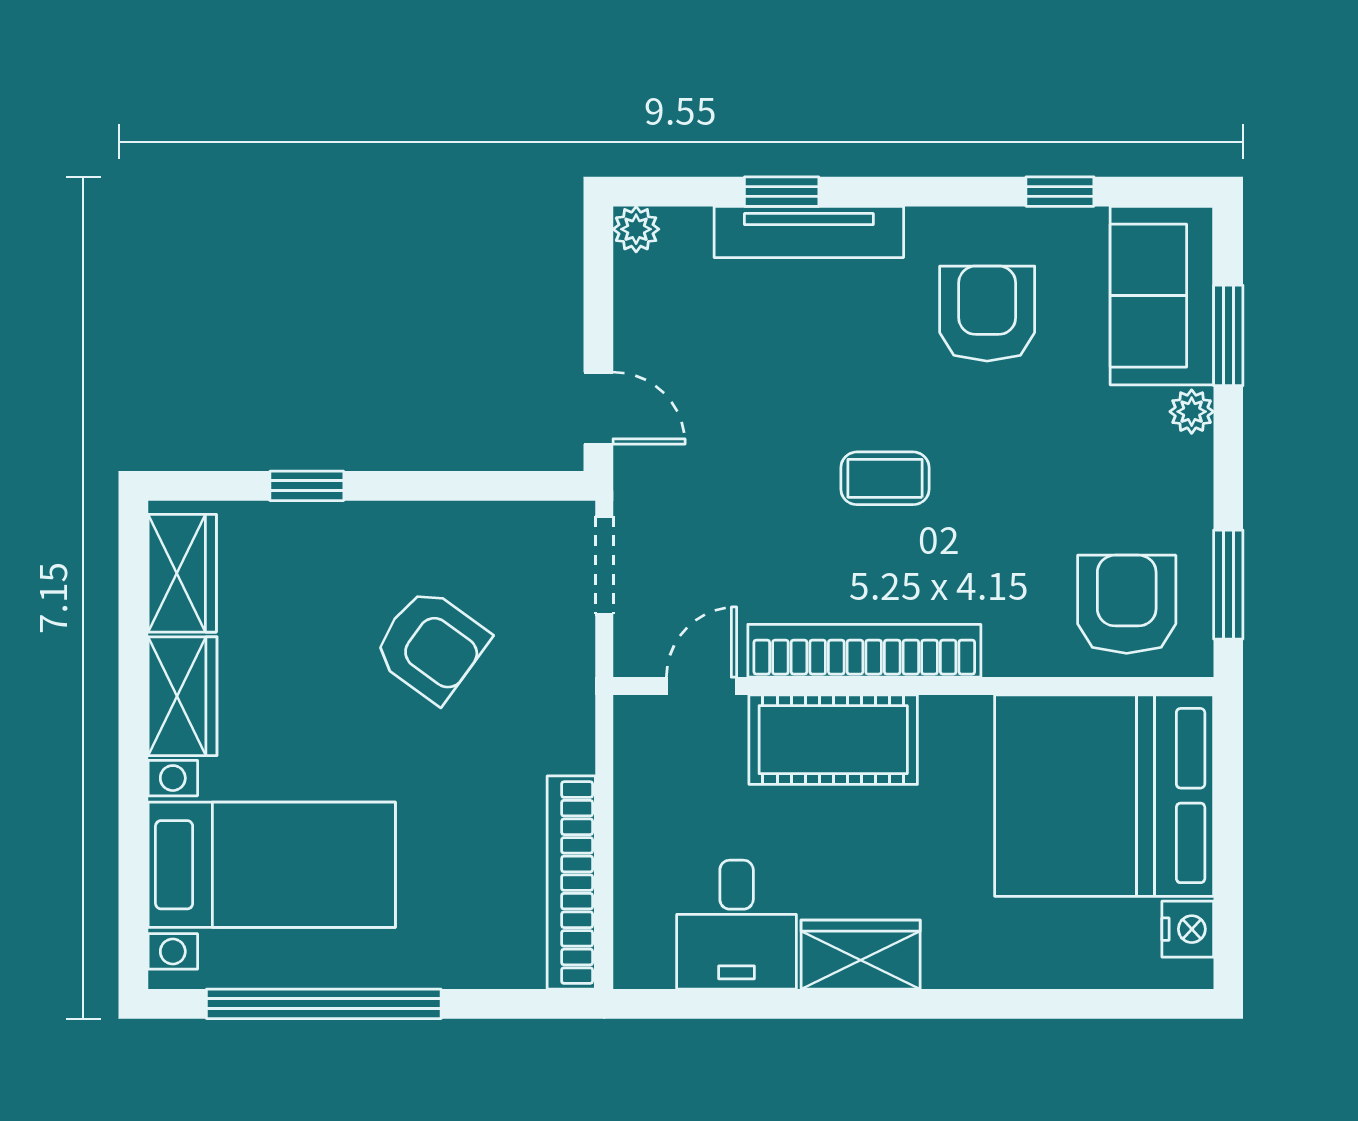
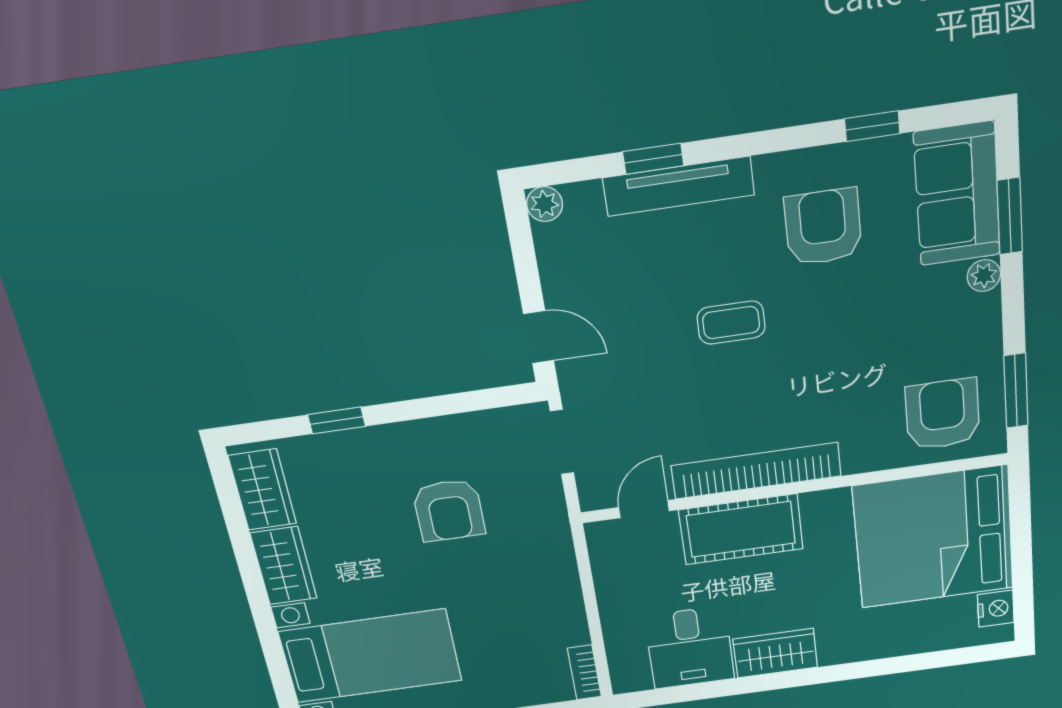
coffee table: (885, 478) -> (731, 323), moved
armchair: (431, 645) -> (449, 510), turned 54
bookcase: (571, 883) -> (584, 672), width x0.43, depth x0.76

